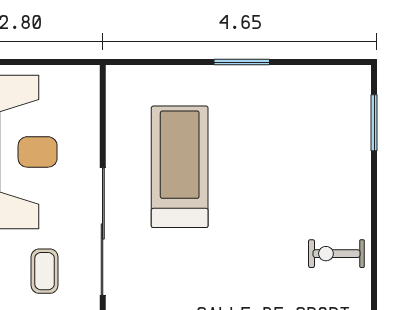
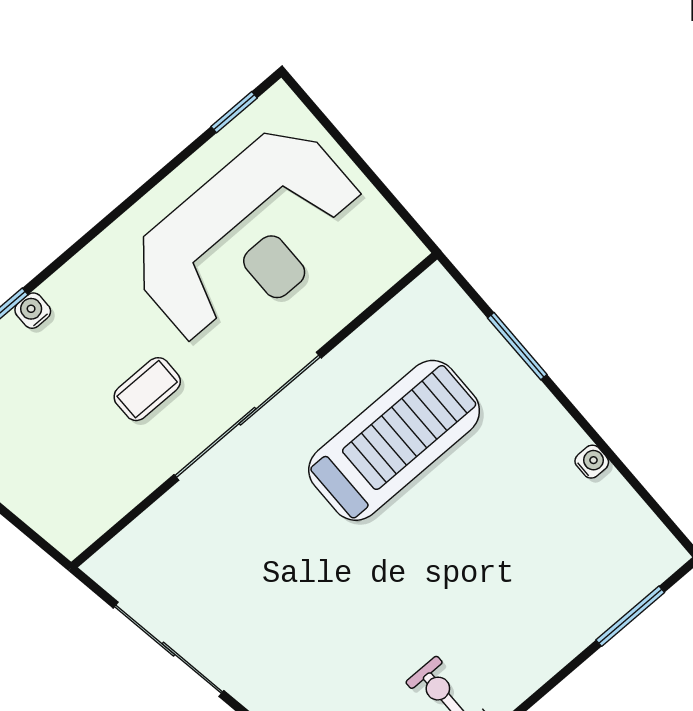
window: (242, 62) -> (517, 346), moved
water cooler: (278, 75) -> (592, 462), added

